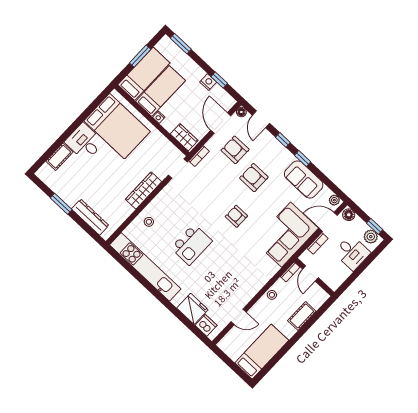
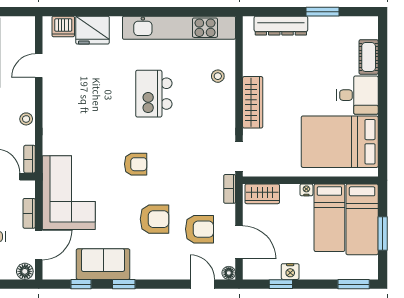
window: (283, 140) -> (81, 284), moved
plant: (334, 200) -> (53, 272), removed

